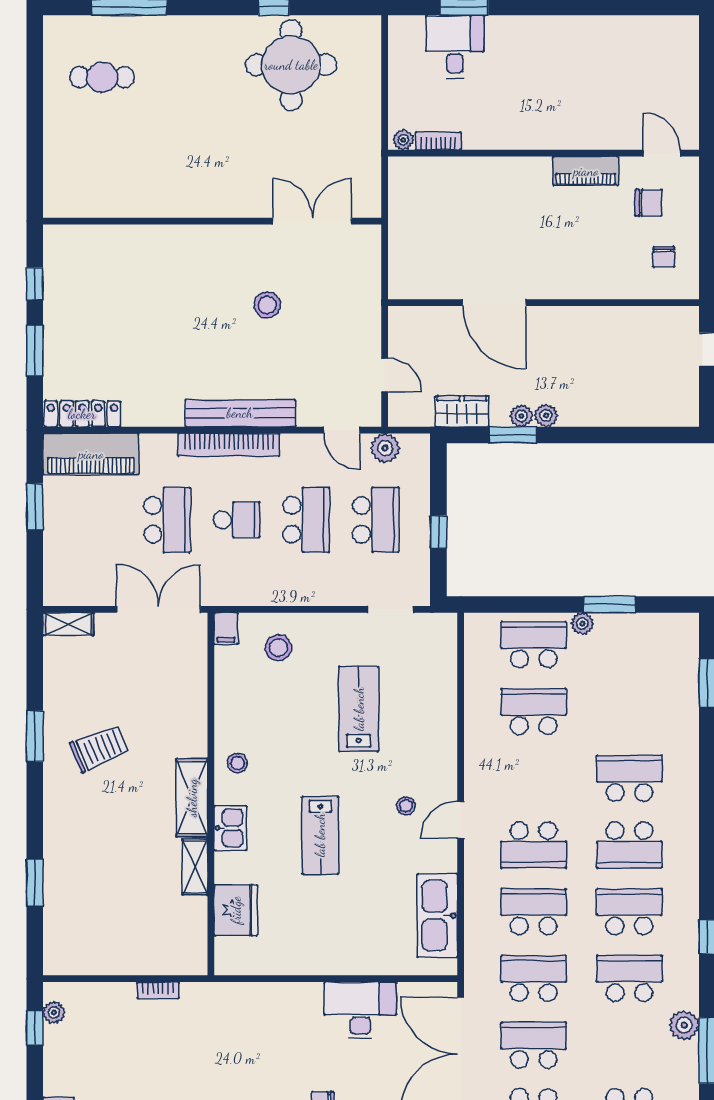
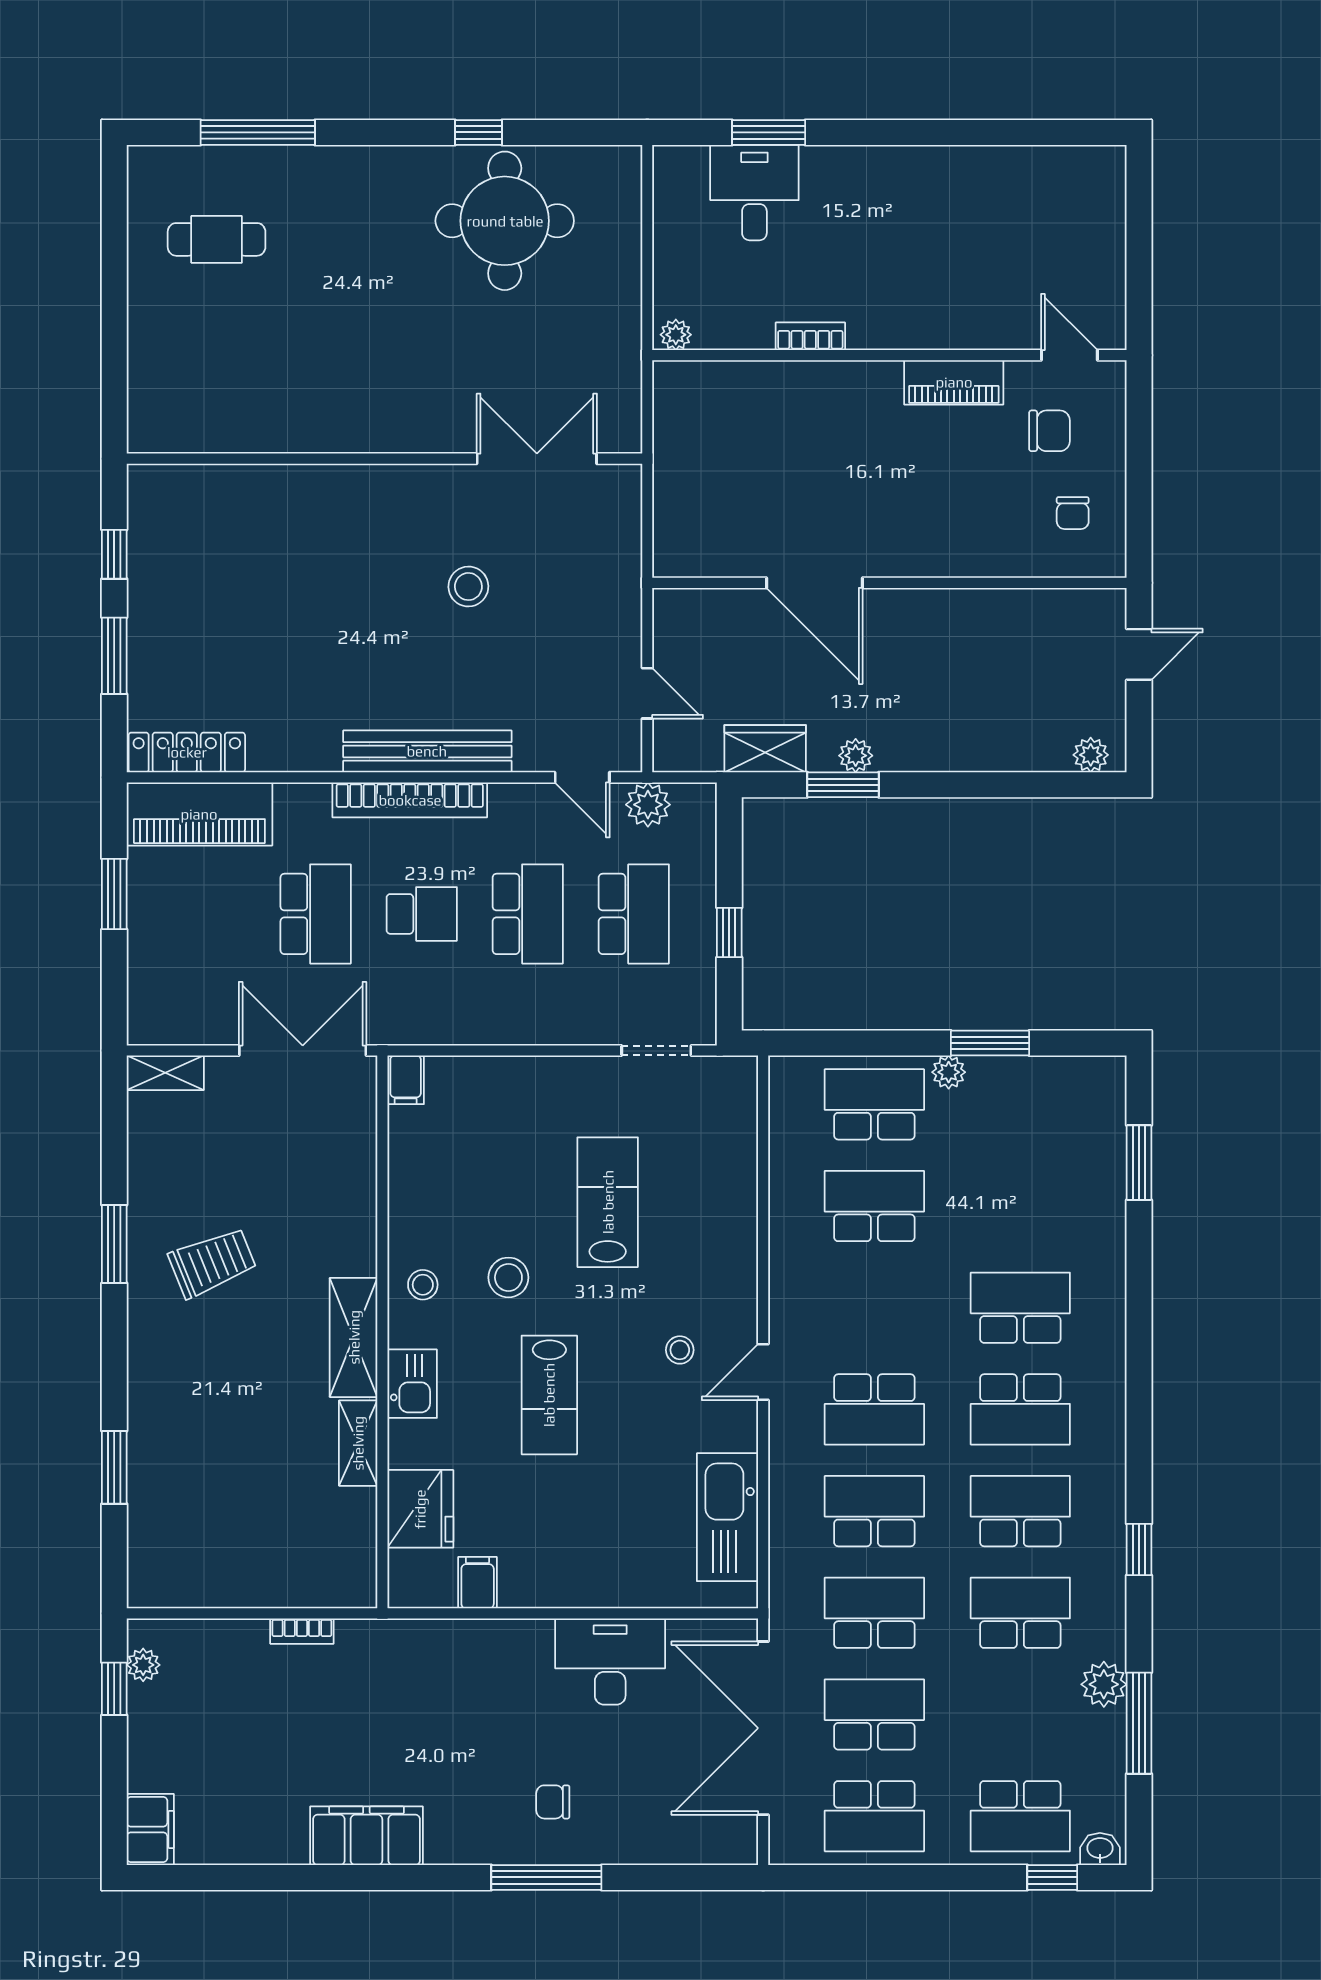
bookcase: (438, 141) -> (810, 336), moved
plant: (546, 415) -> (1091, 755), moved
stool: (278, 648) -> (508, 1277), moved
filing cabinet: (273, 959) -> (478, 1583), added

